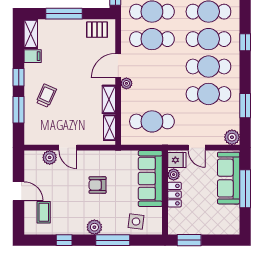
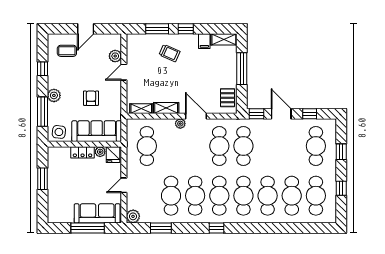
fridge: (177, 160) -> (113, 155), moved
plant: (174, 175) -> (100, 152), moved
sofa: (150, 178) -> (97, 131), moved
wall: (165, 193) -> (84, 144), moved
locker: (174, 195) -> (83, 152), moved

